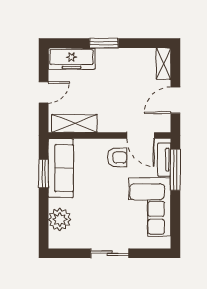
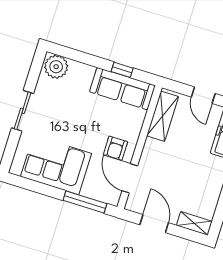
door: (141, 136) -> (130, 178), hinge flipped
tv unit: (164, 160) -> (99, 194), removed
window: (44, 174) -> (122, 70), width x0.67
plant: (60, 220) -> (56, 67), moved

